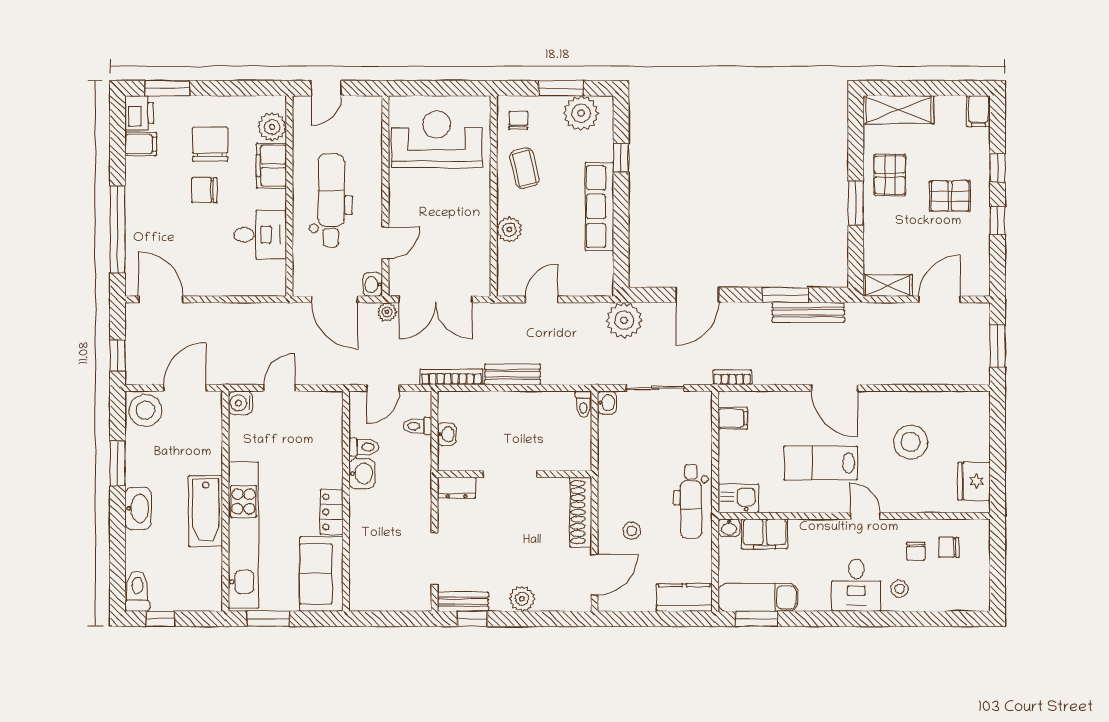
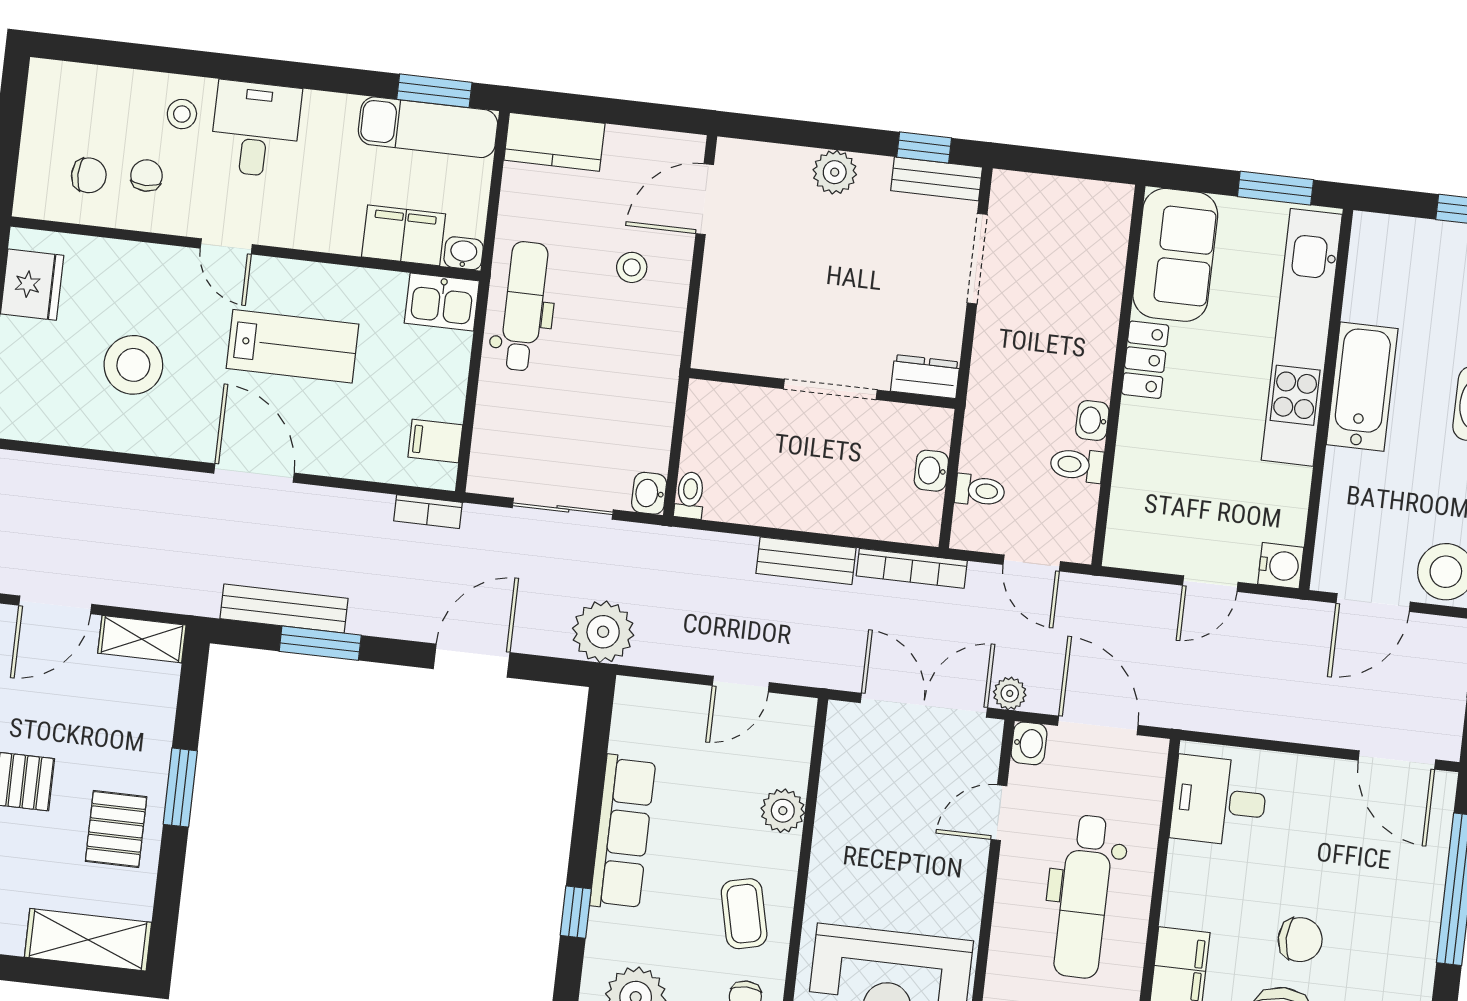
desk: (260, 235) -> (1219, 801), moved
door: (383, 388) -> (1032, 563), swing flipped
washbasin: (362, 474) -> (1092, 420), width x0.72, depth x0.69
shoe rack: (581, 512) -> (716, 310), removed

